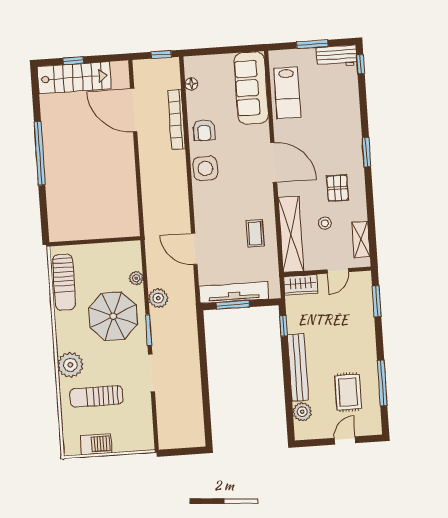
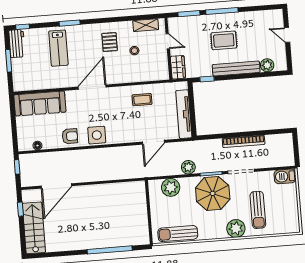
window: (73, 61) -> (20, 209), moved
lab bench: (287, 93) -> (58, 48), moved, turned 90
bookcase: (177, 120) -> (244, 141), moved
window: (366, 152) -> (70, 23), moved
window: (40, 153) -> (110, 250), moved
pallet: (337, 188) -> (110, 42), turned 90
shelving: (291, 234) -> (142, 74), removed
plant: (136, 278) -> (171, 187), width x1.87, depth x1.87
sun lounger: (64, 282) -> (178, 234), turned 180
window: (233, 305) -> (193, 115), removed
parasol: (113, 316) -> (213, 193), moved
window: (382, 383) -> (222, 11), moved
rug: (348, 392) -> (224, 40), moved
barbecue: (96, 444) -> (285, 176), moved, turned -90

